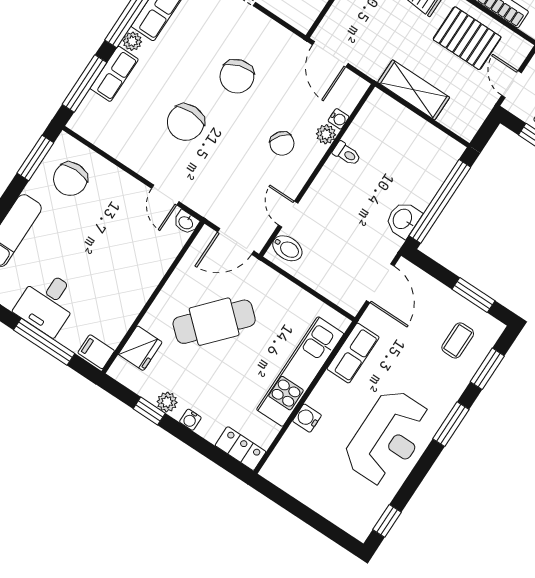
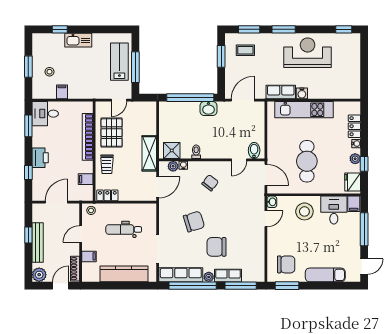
shelving: (414, 90) -> (149, 153), moved
shower: (375, 116) -> (172, 150), added
chair: (186, 122) -> (217, 247), moved, turned 180
plant: (326, 134) -> (173, 166), moved
stool: (136, 265) -> (304, 211), added
desk: (47, 303) -> (334, 210), moved, turned -90
cafe table: (214, 322) -> (307, 161), turned 48
fridge: (140, 348) -> (353, 182), moved, turned -90
water cooler: (307, 418) -> (302, 93), moved
locker: (241, 449) -> (354, 126), moved

